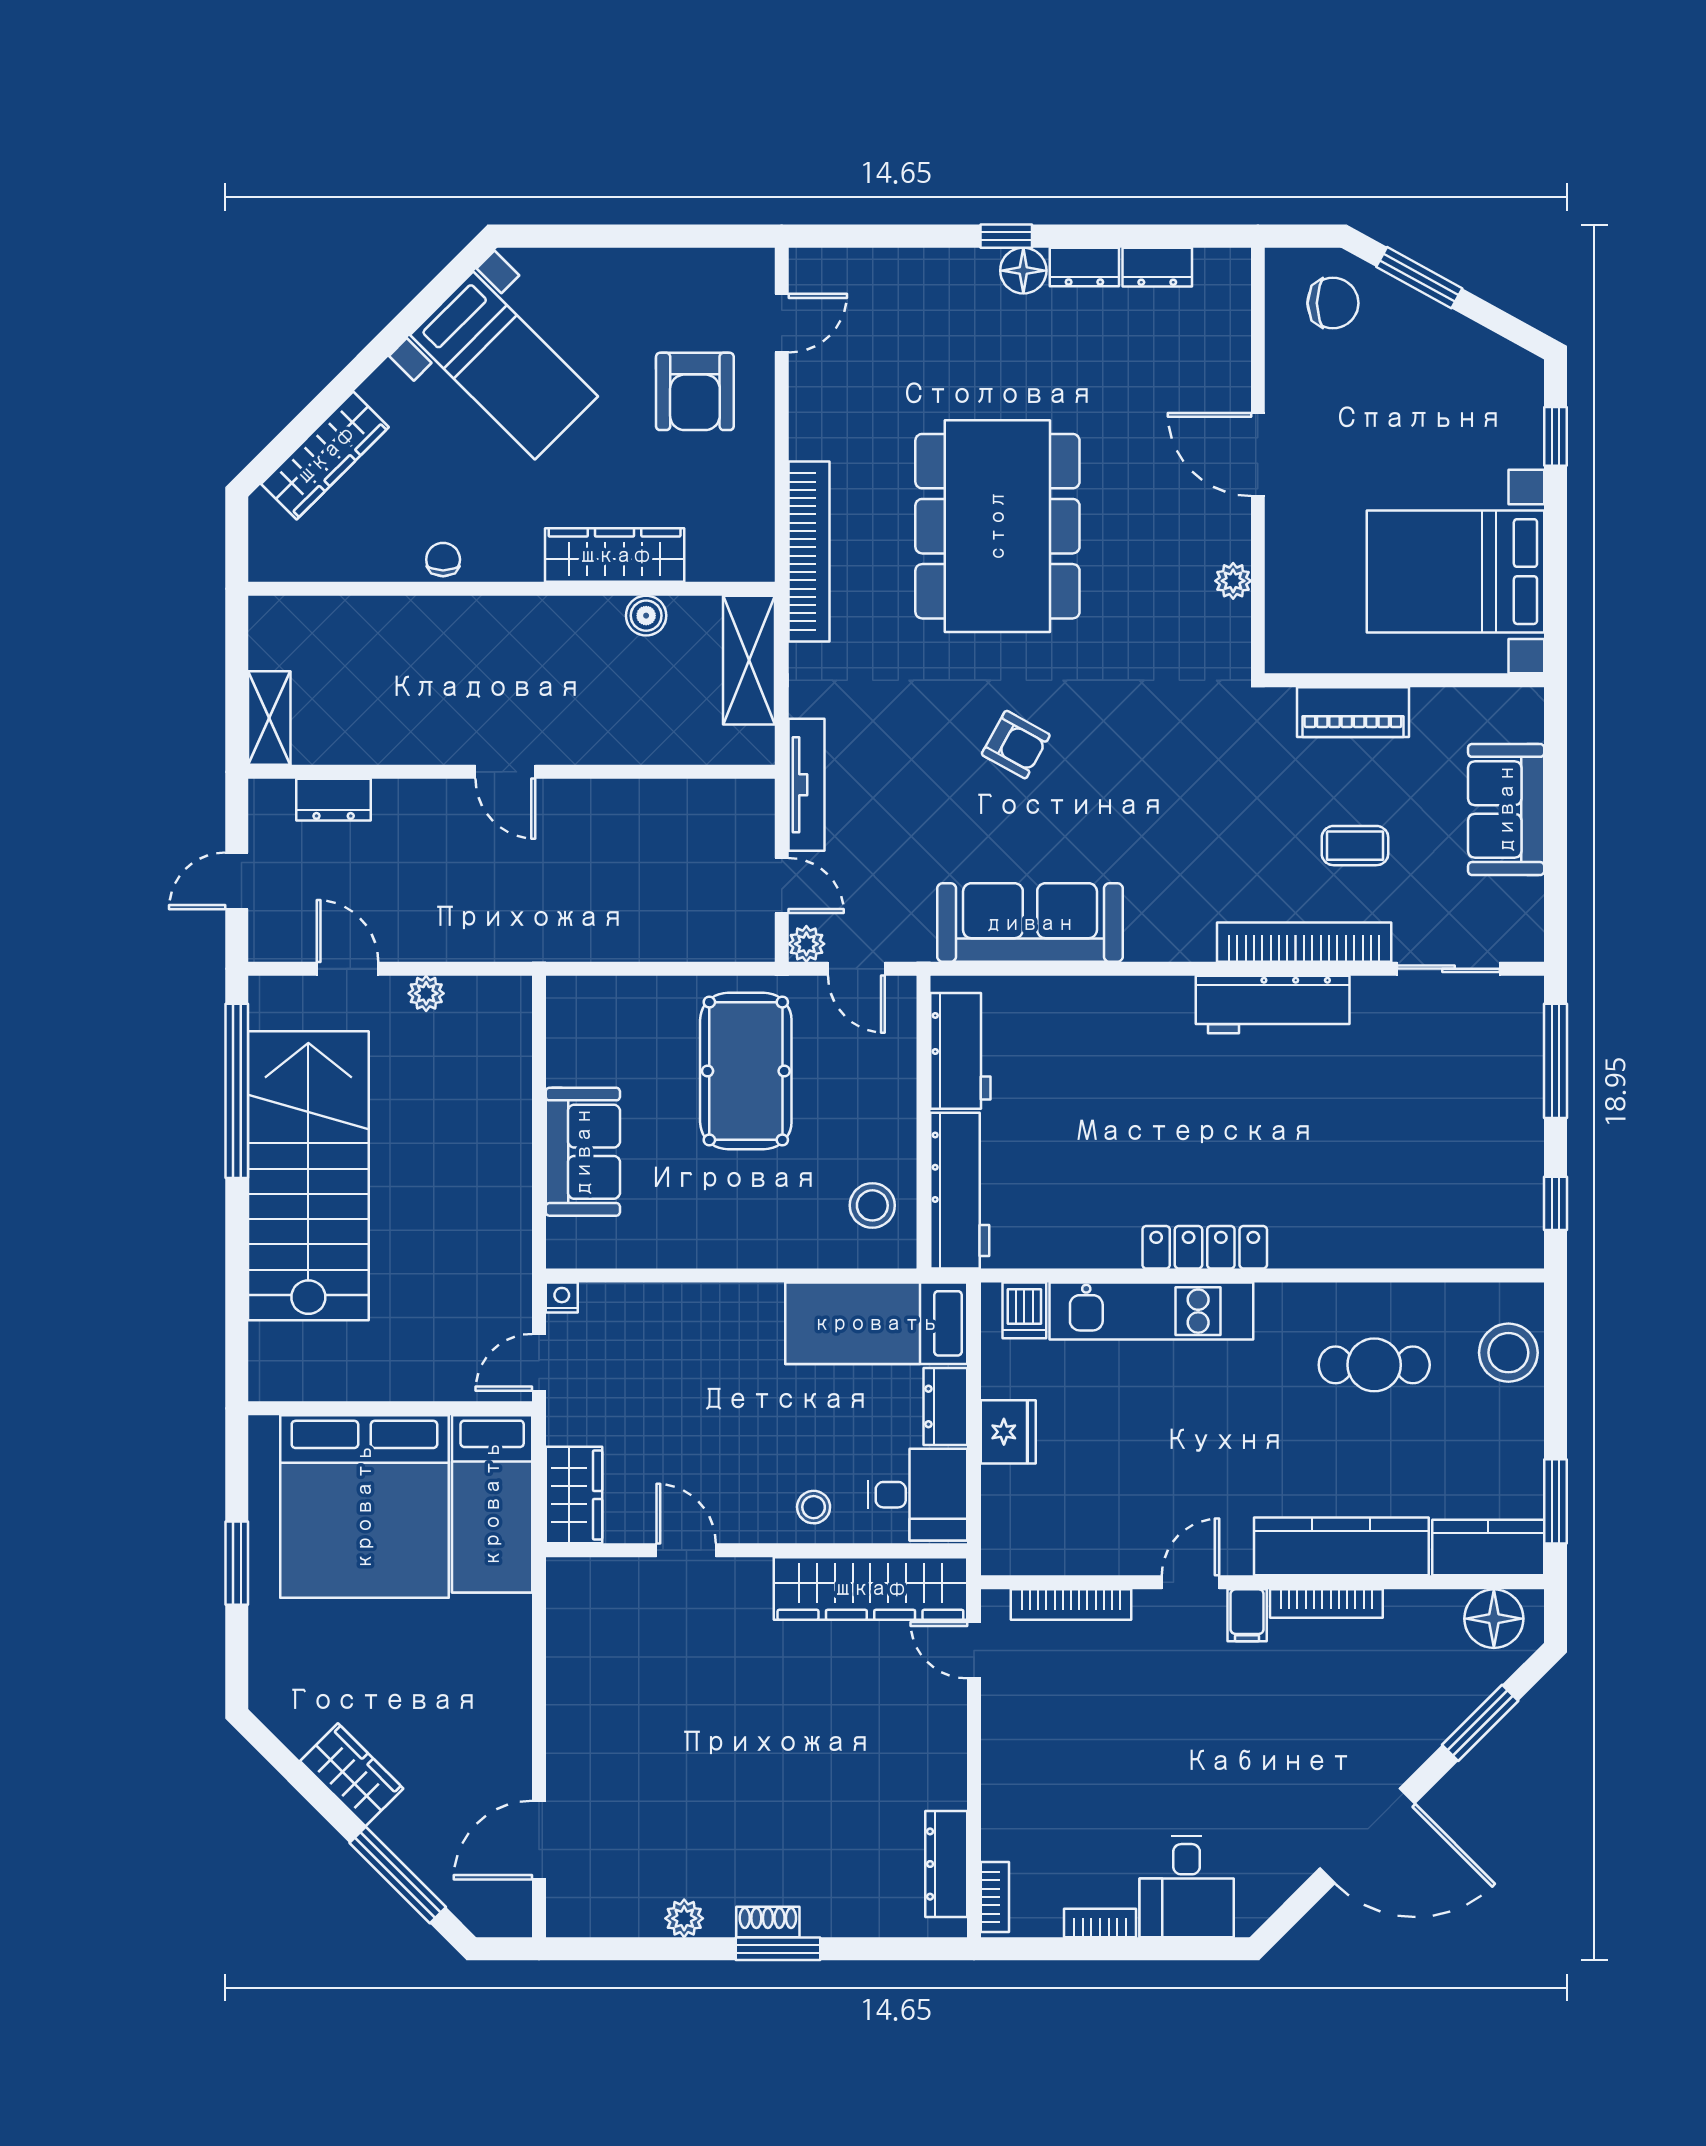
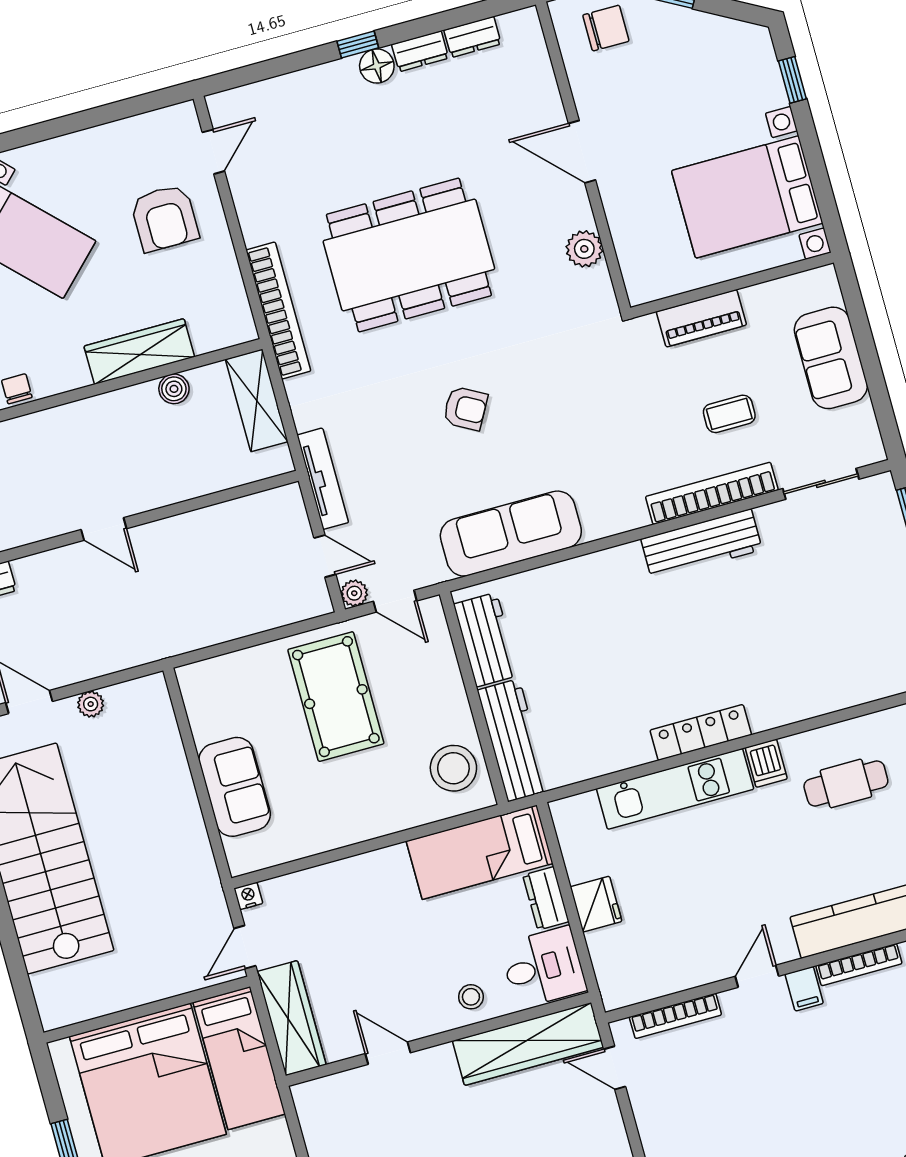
dining table: (997, 526) -> (409, 255), turned 90
plant: (1233, 581) -> (584, 249), width x1.38, depth x1.38
stool: (872, 1205) -> (453, 768), width x1.38, depth x1.38
dishwasher: (1024, 1310) -> (766, 763), moved
wardrobe: (574, 1495) -> (291, 1018), width x1.50

